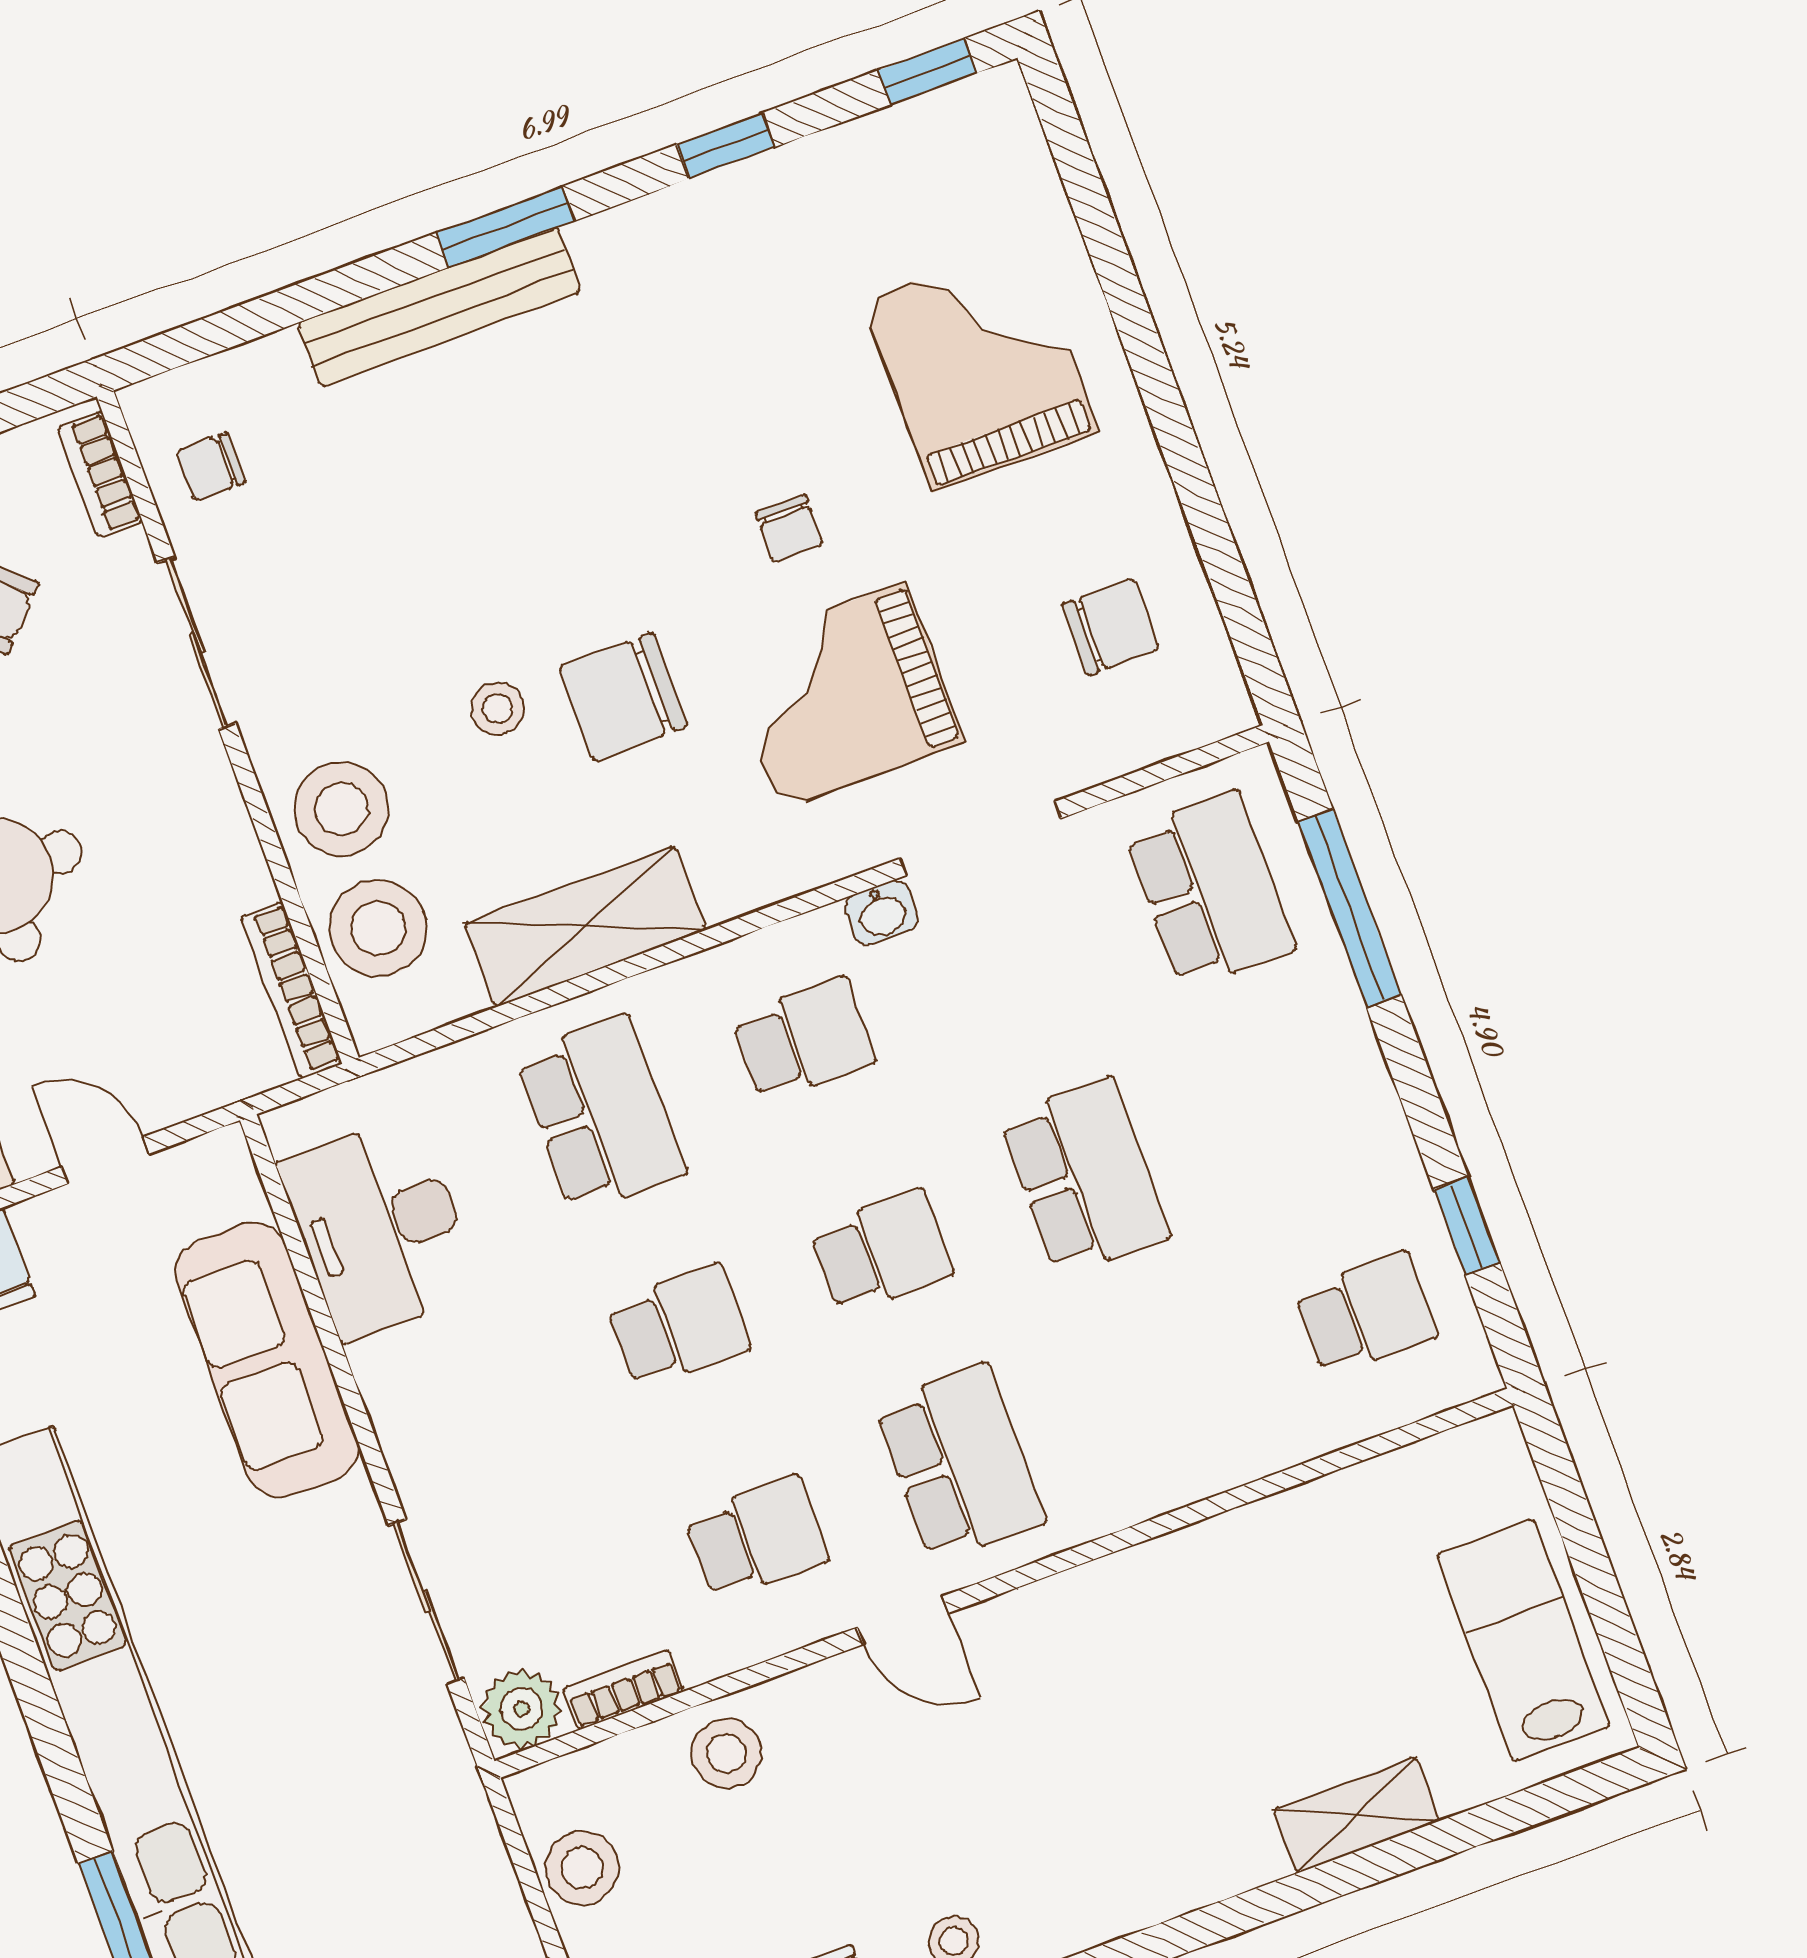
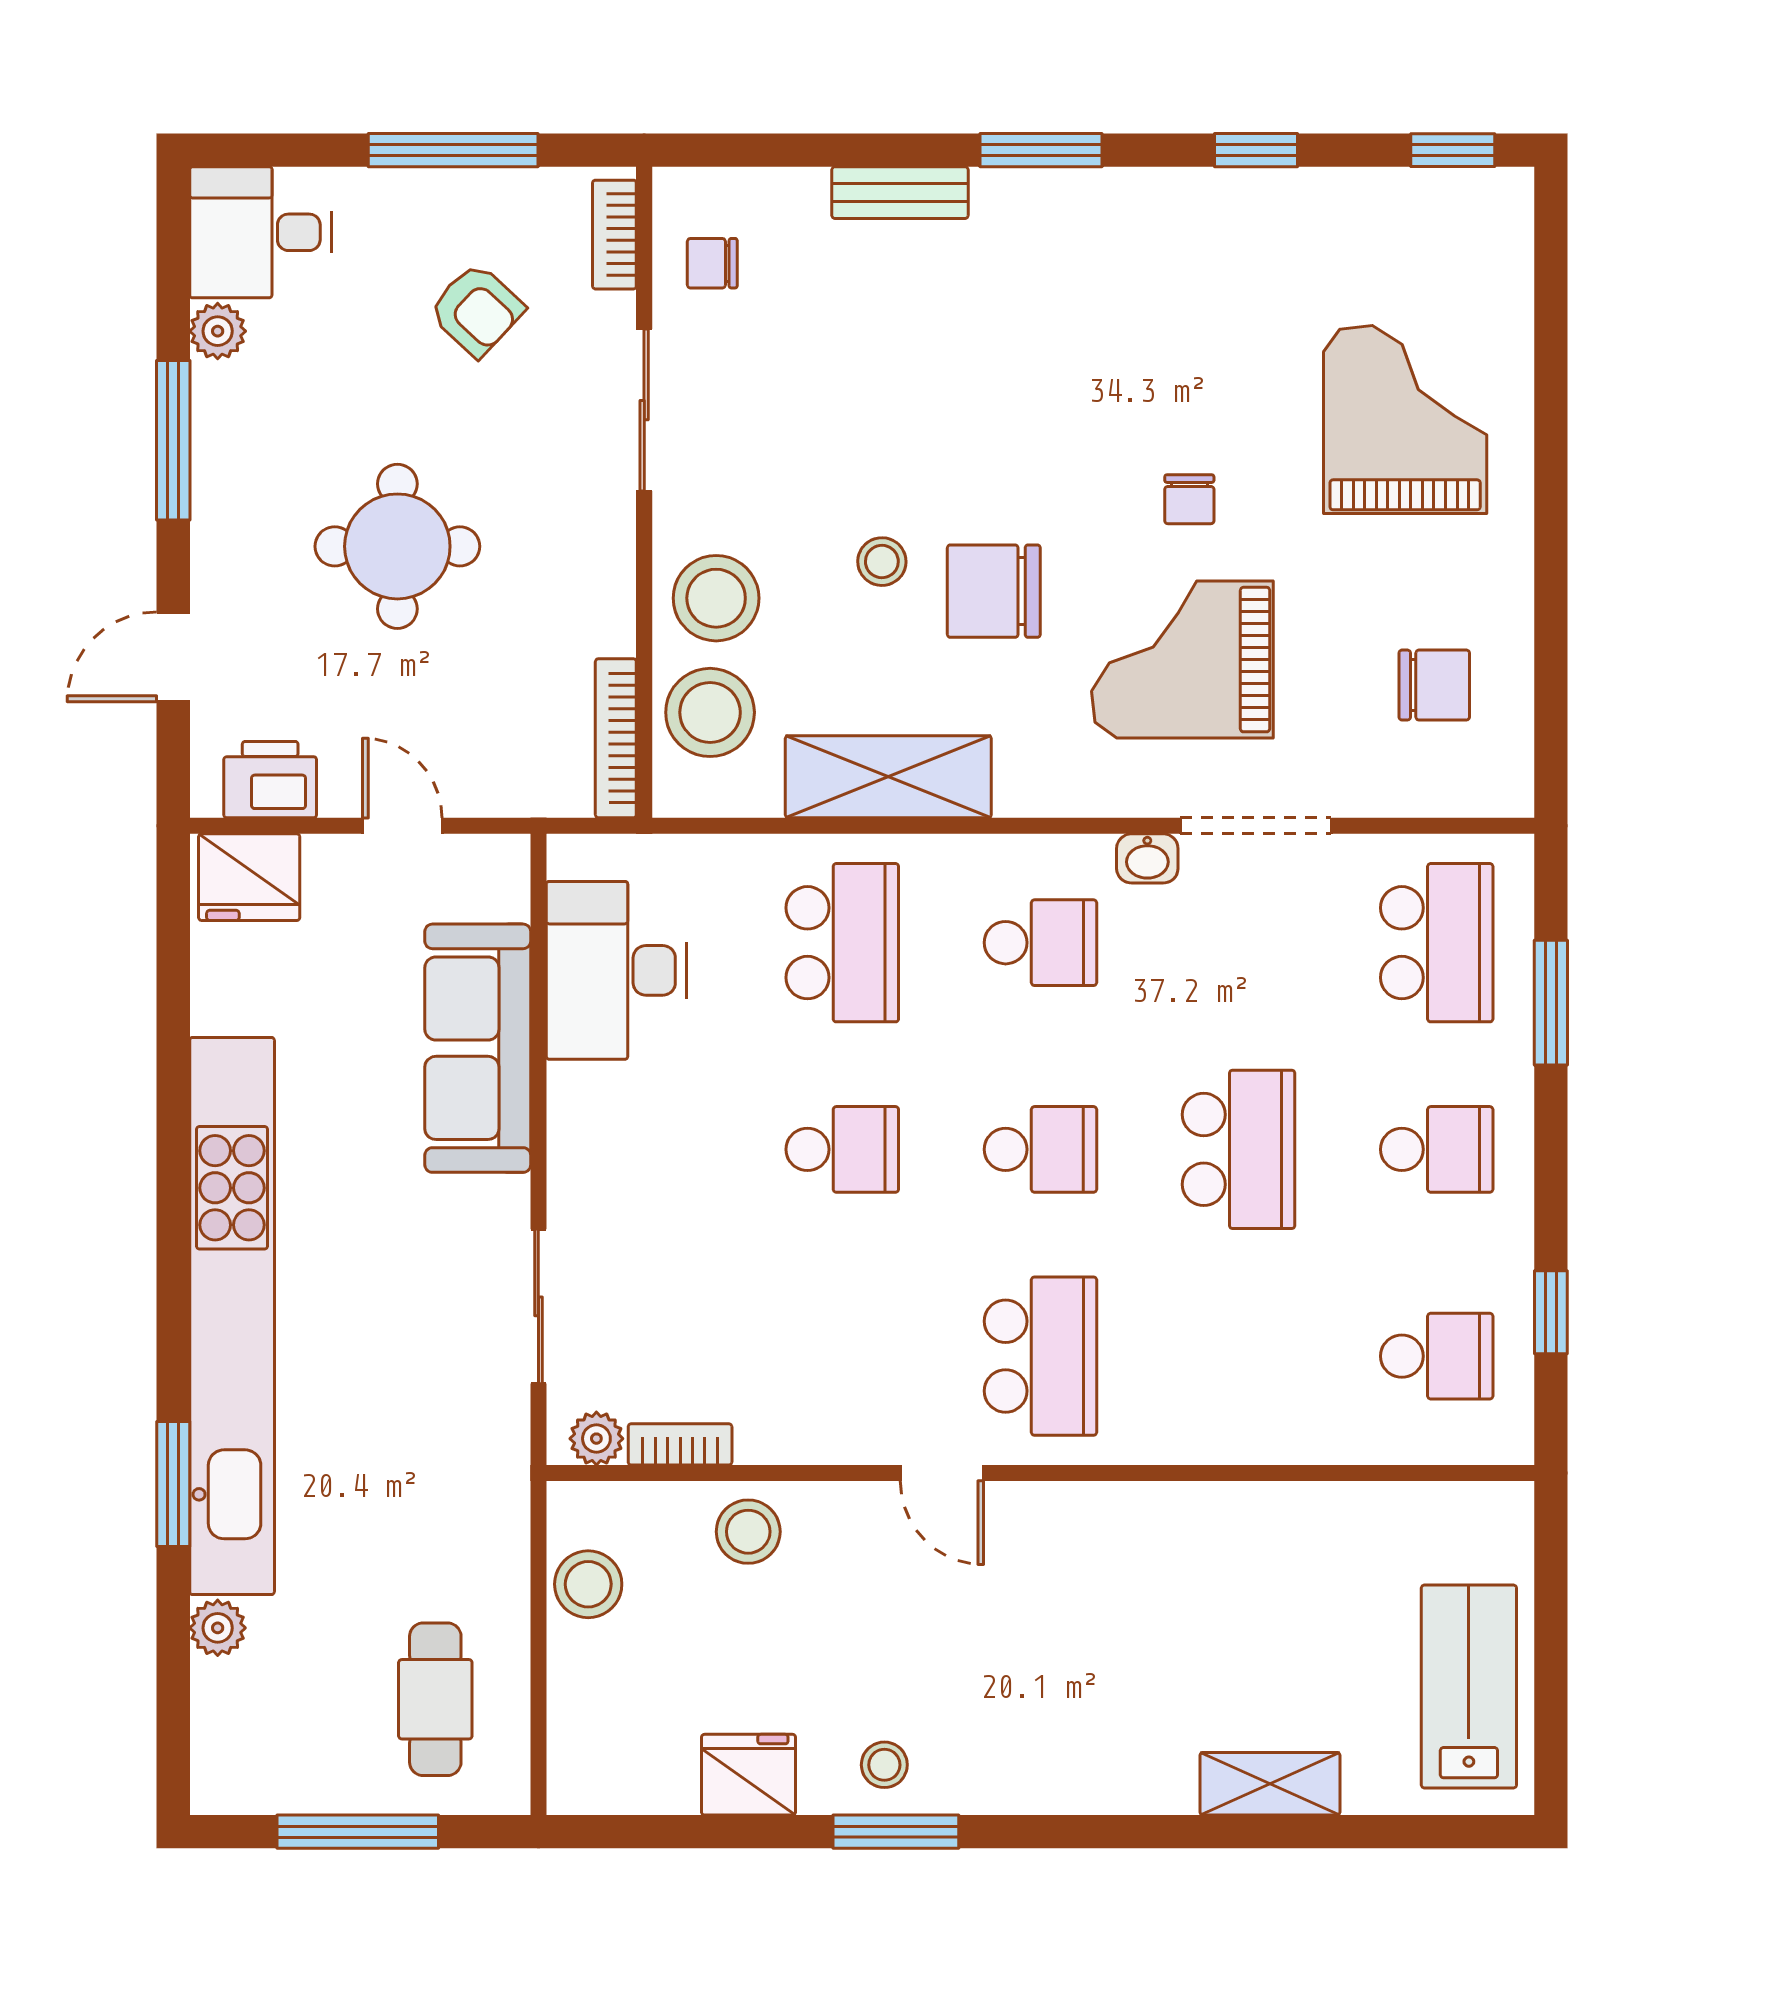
bench: (439, 307) -> (900, 193), width x0.54, depth x0.82
window: (1350, 908) -> (1551, 1003), width x0.69
school desk: (757, 1538) -> (1437, 1149), moved
plant: (522, 1709) -> (596, 1439), width x0.73, depth x0.73

